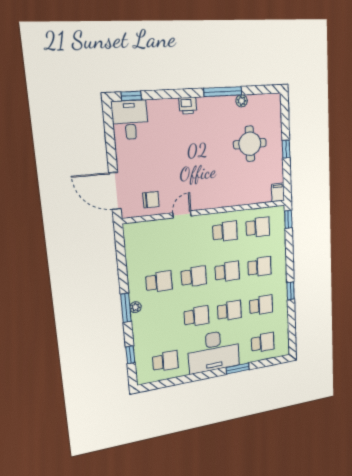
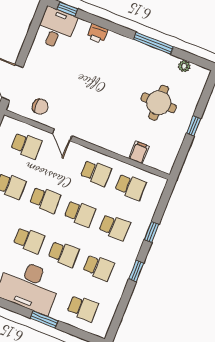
plant: (242, 101) -> (184, 66), moved
printer: (188, 106) -> (97, 34), moved
filing cabinet: (278, 192) -> (139, 152), moved
door: (182, 214) -> (62, 135), swing flipped
window: (288, 219) -> (152, 232), moved
school desk: (156, 240) -> (26, 145), added

